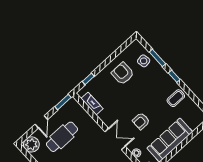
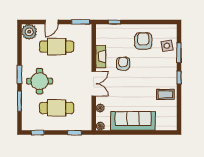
fireplace: (92, 104) -> (101, 57), moved
armchair: (141, 121) -> (123, 64), moved, turned 90

